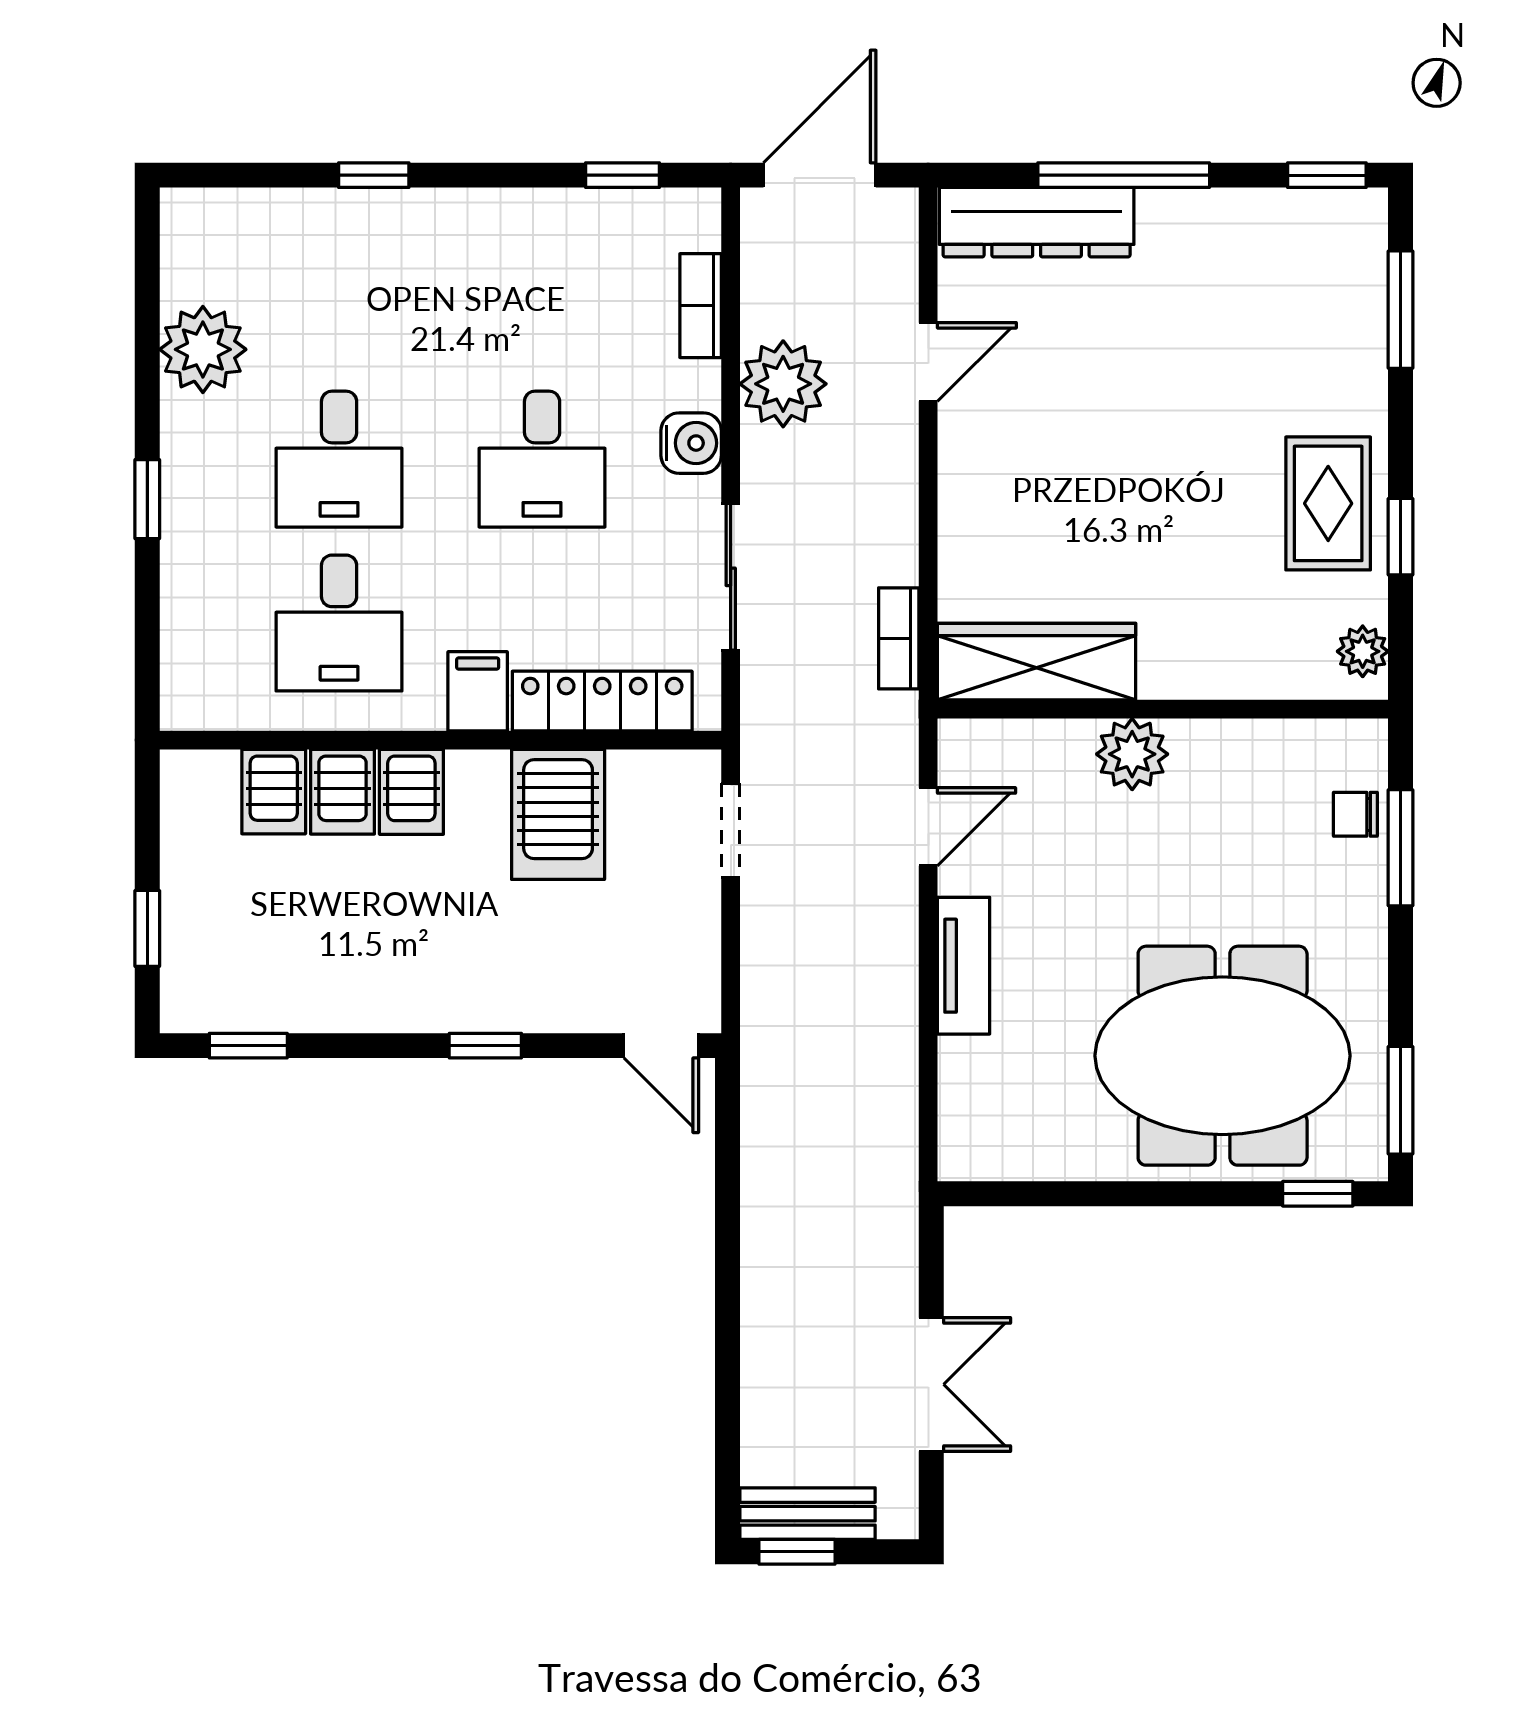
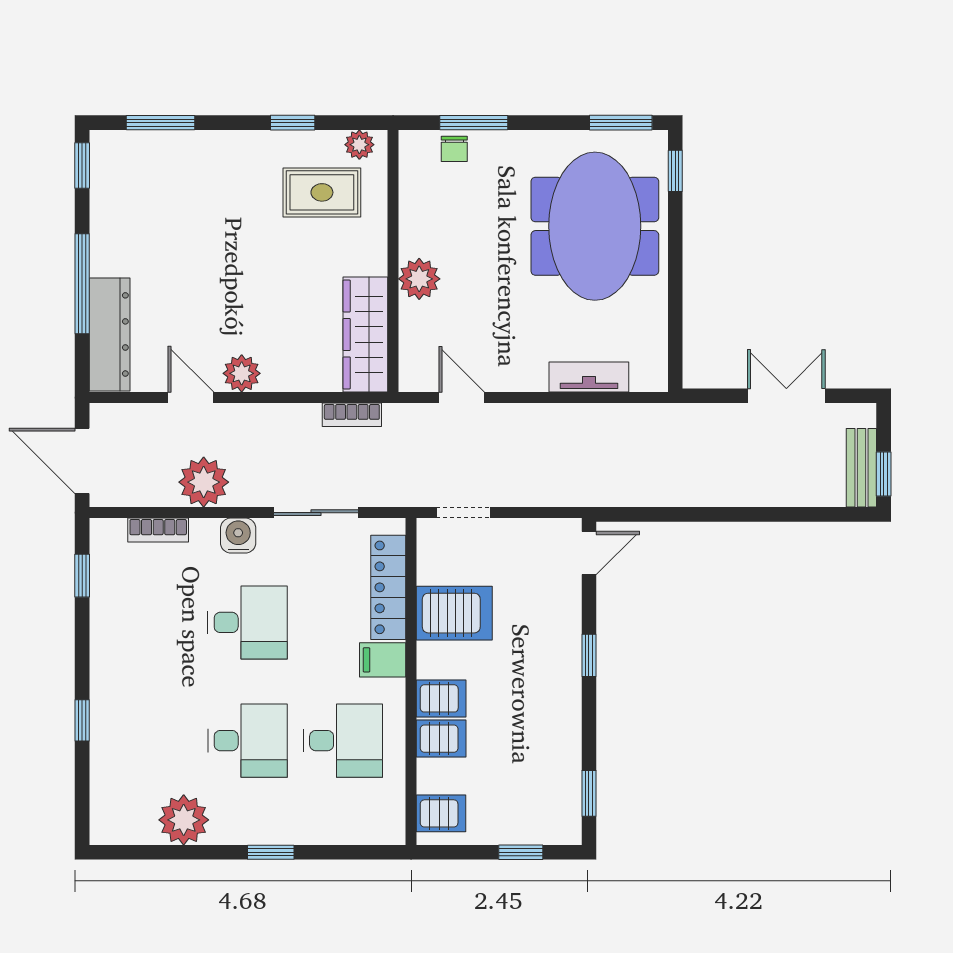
plant: (970, 449) -> (242, 373), added
rug: (1328, 503) -> (322, 192), moved
server rack: (274, 792) -> (441, 813), moved
tv unit: (964, 966) -> (589, 377), moved

